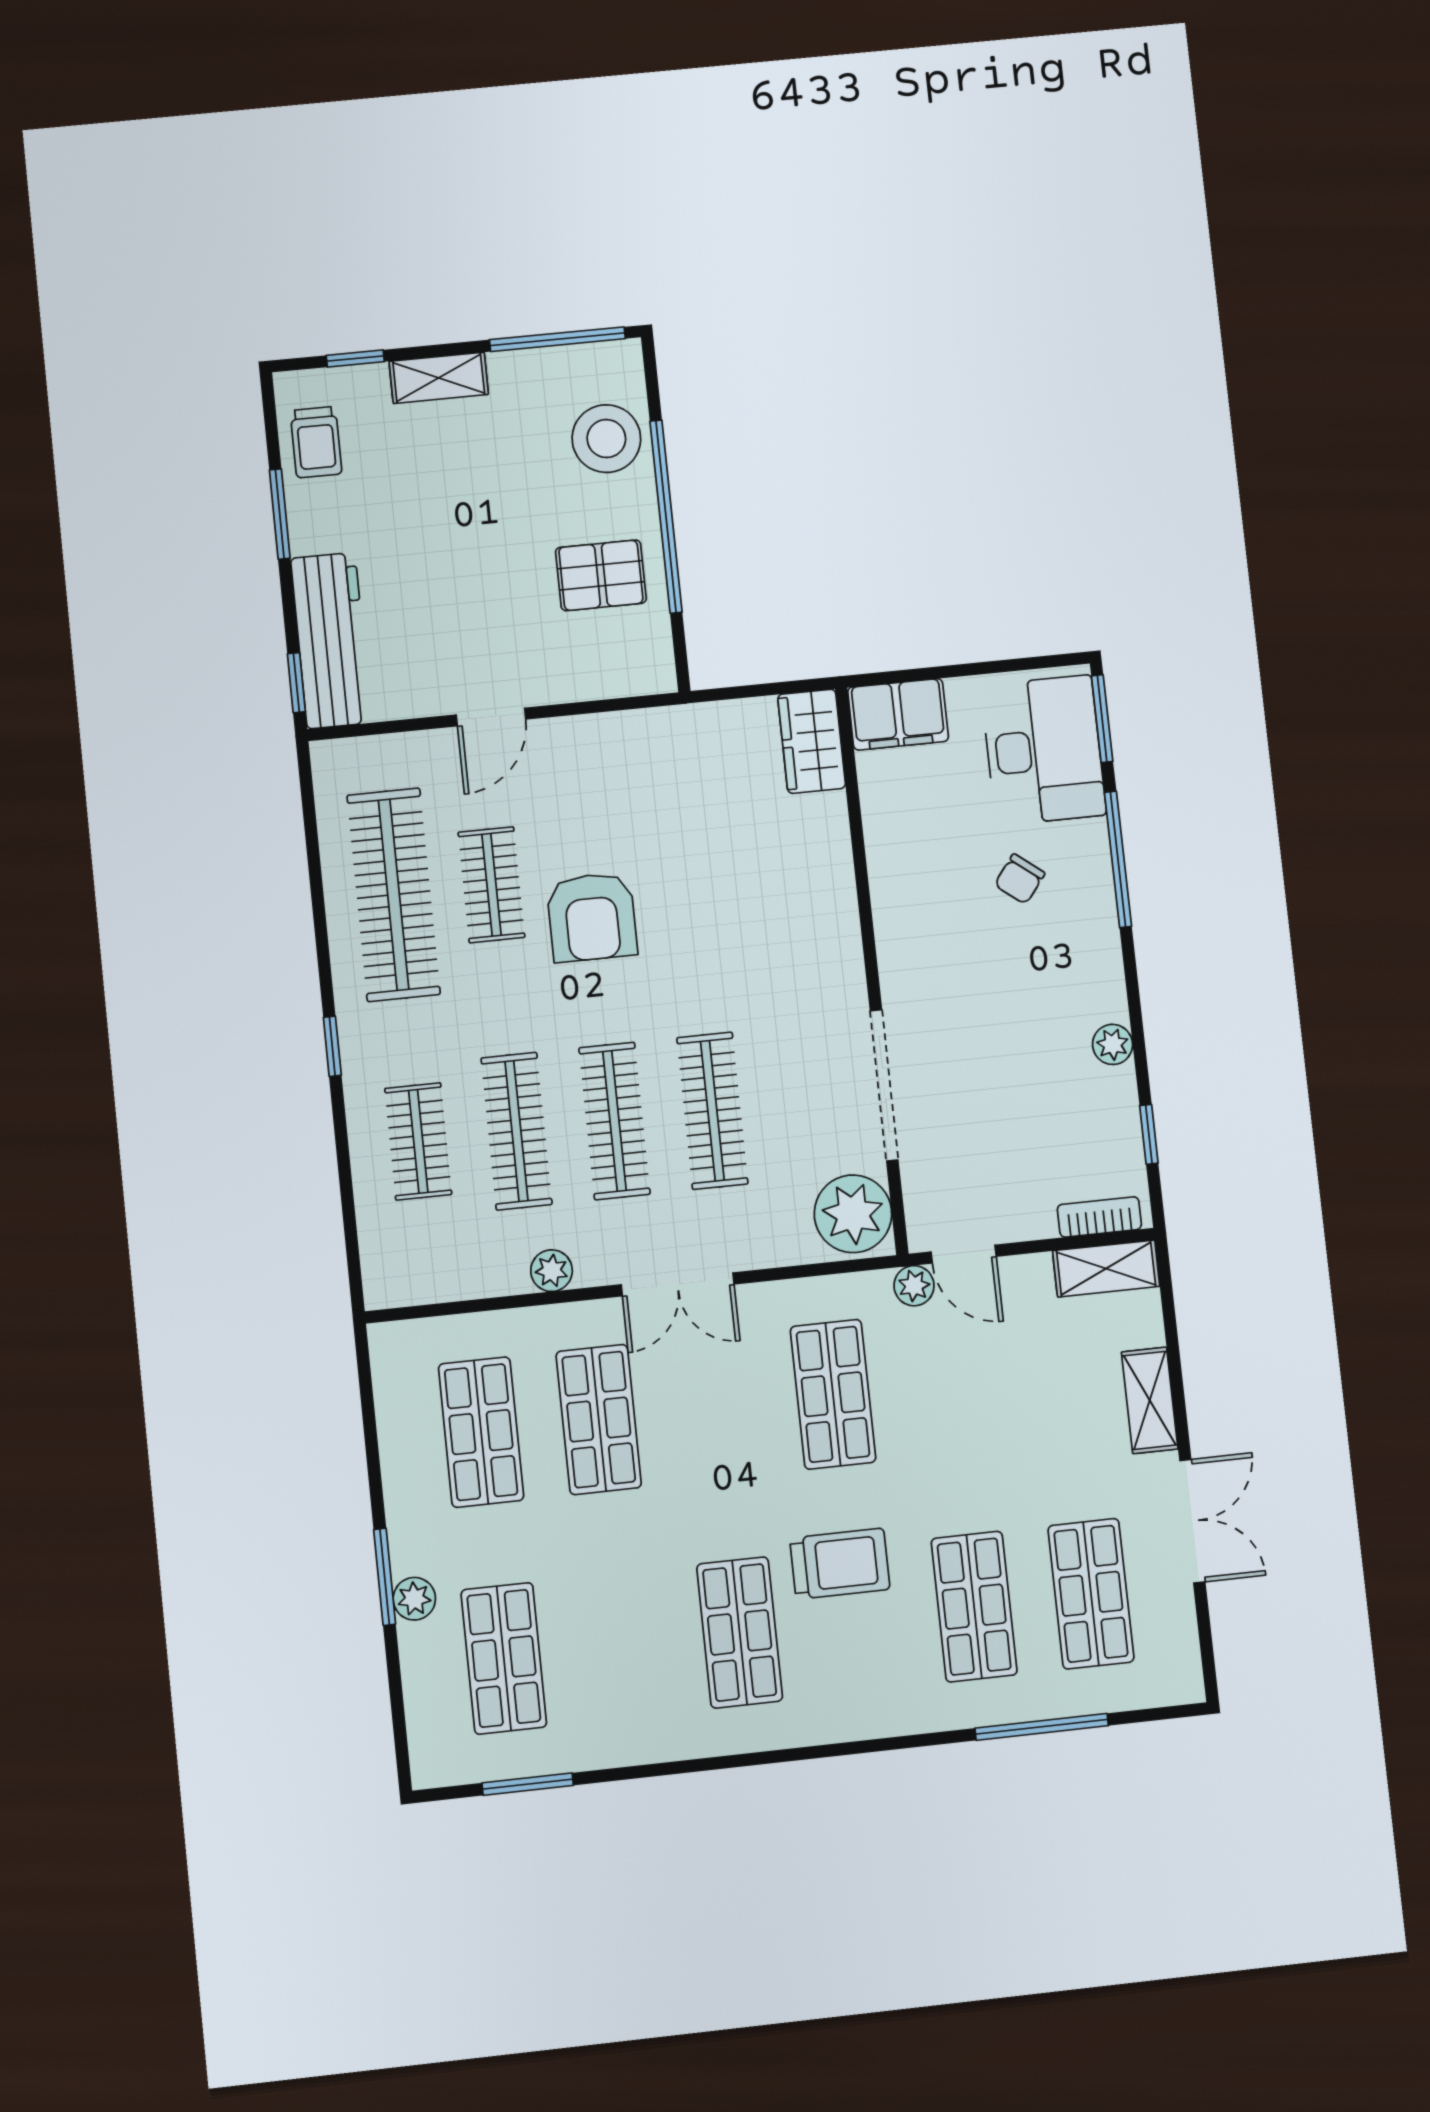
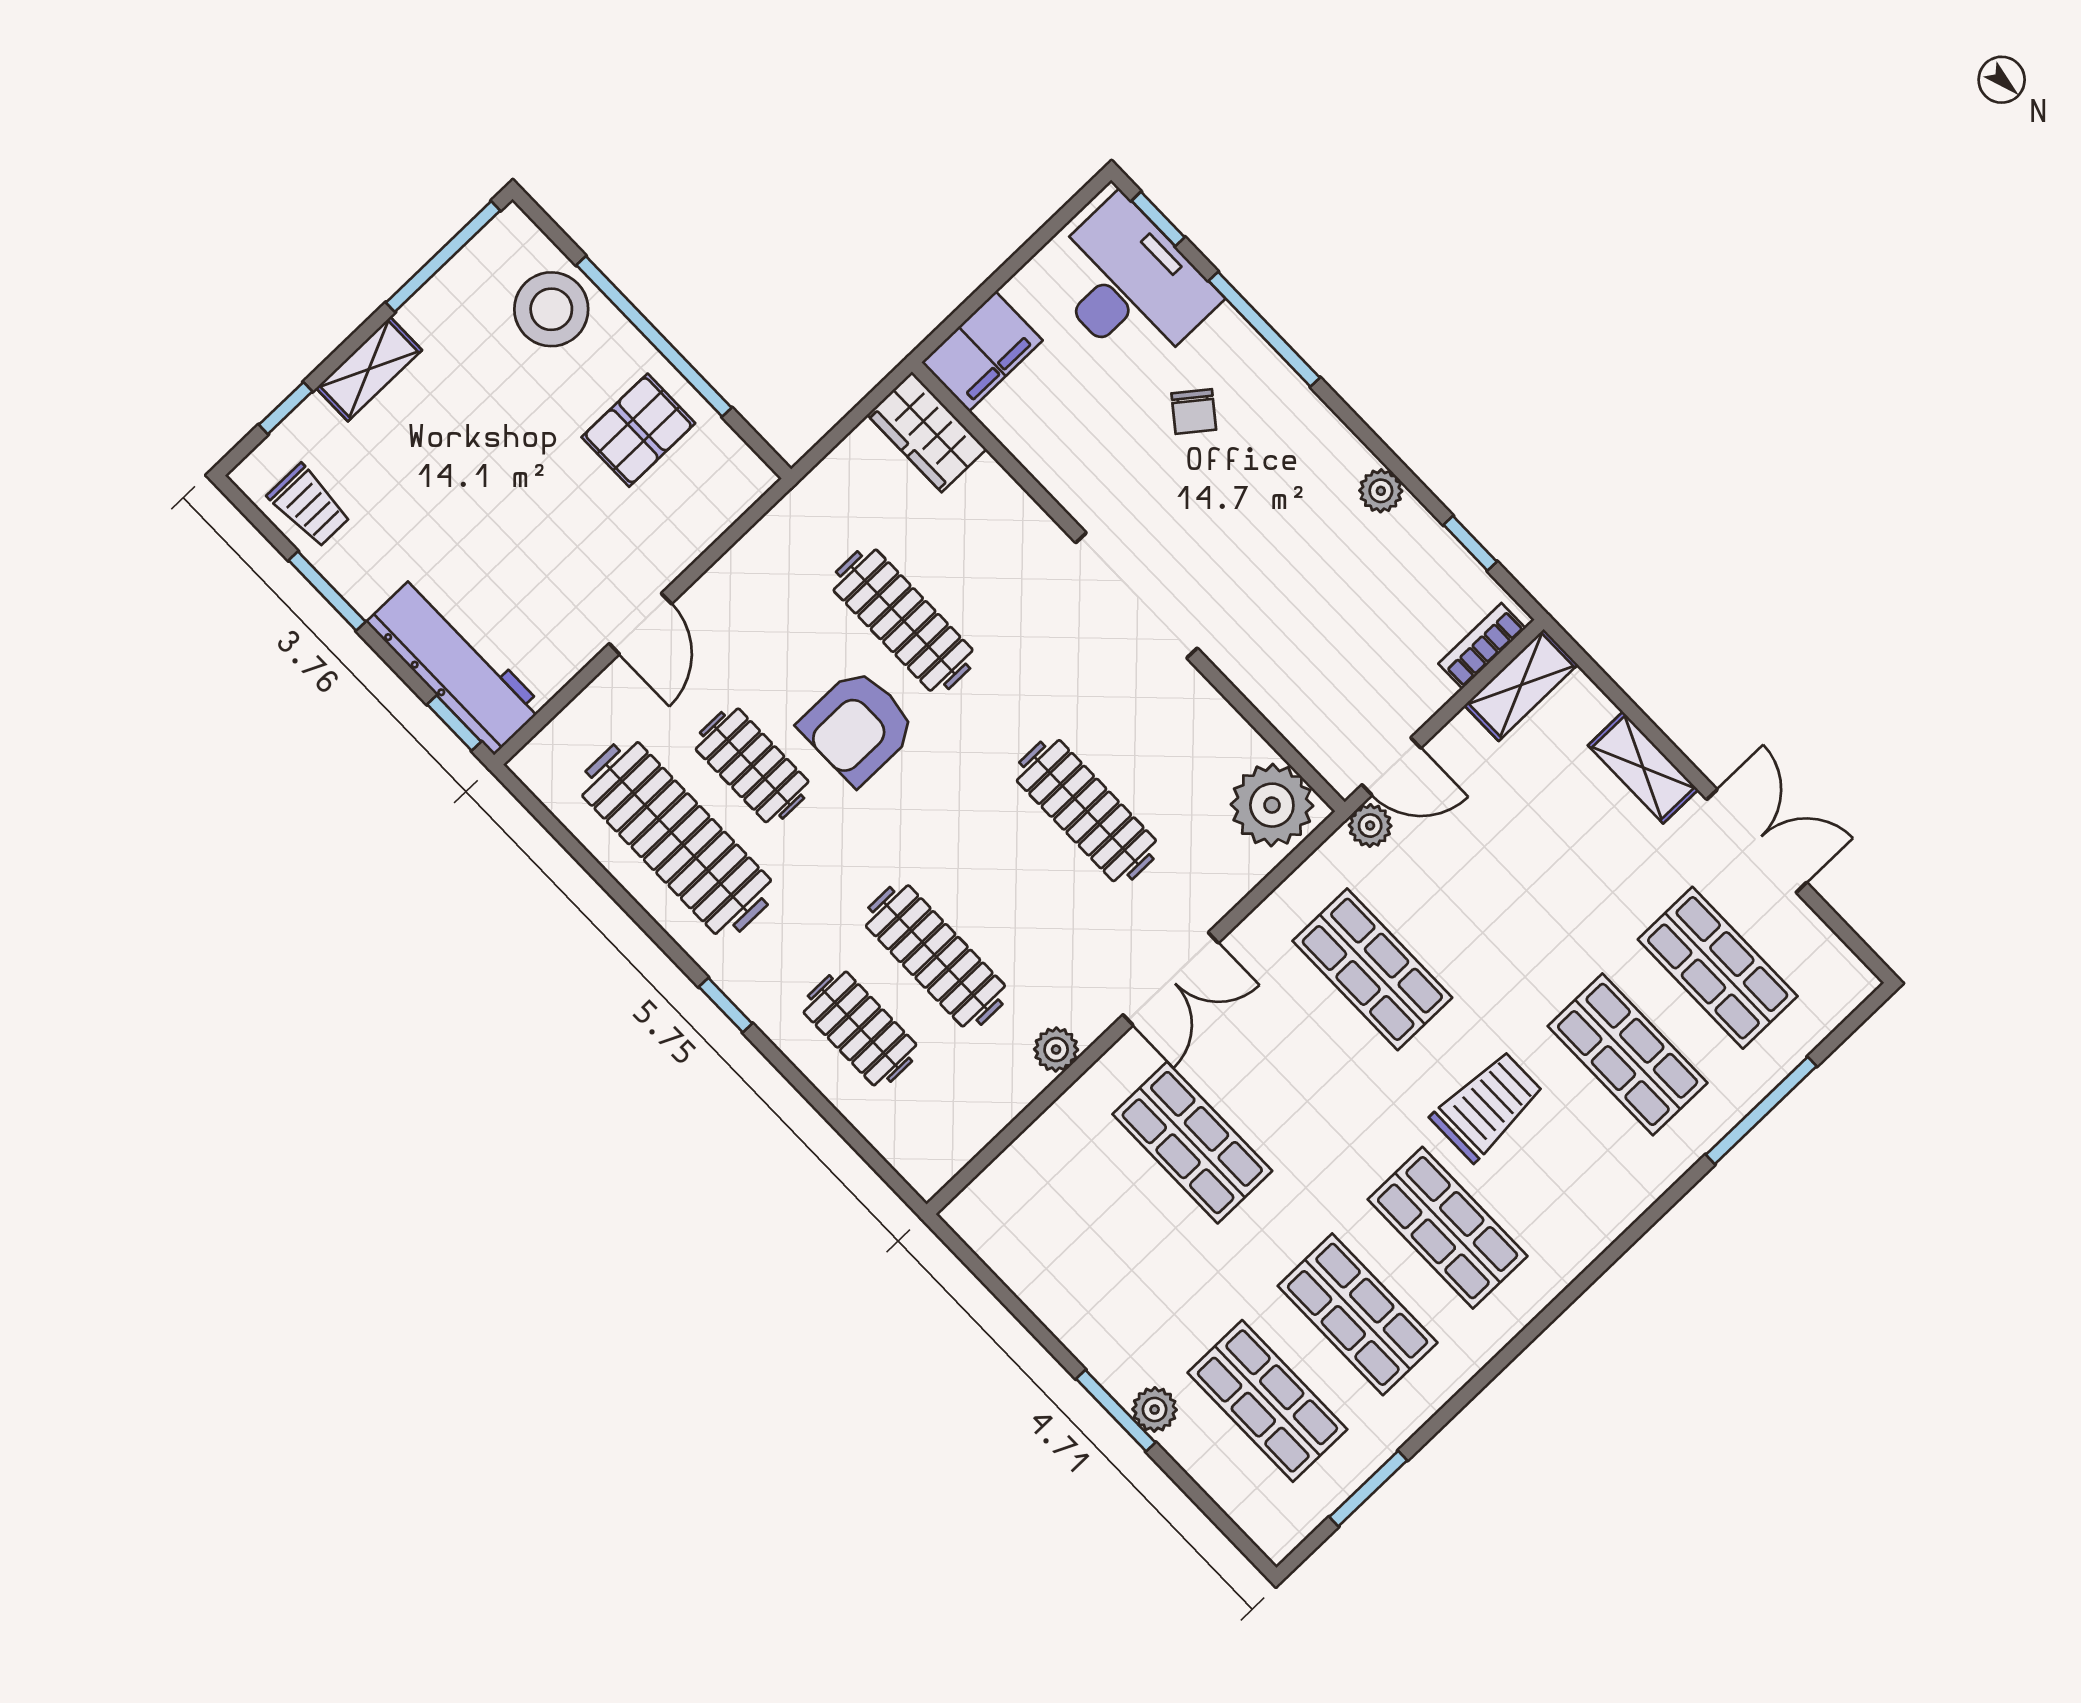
window: (1102, 719) -> (1158, 219), width x0.67
armchair: (592, 917) -> (858, 727), turned 90
doorway: (884, 1085) -> (1137, 595), moved
clothes rail: (615, 1121) -> (903, 620), moved
shop shelf: (481, 1432) -> (1358, 1314), moved

